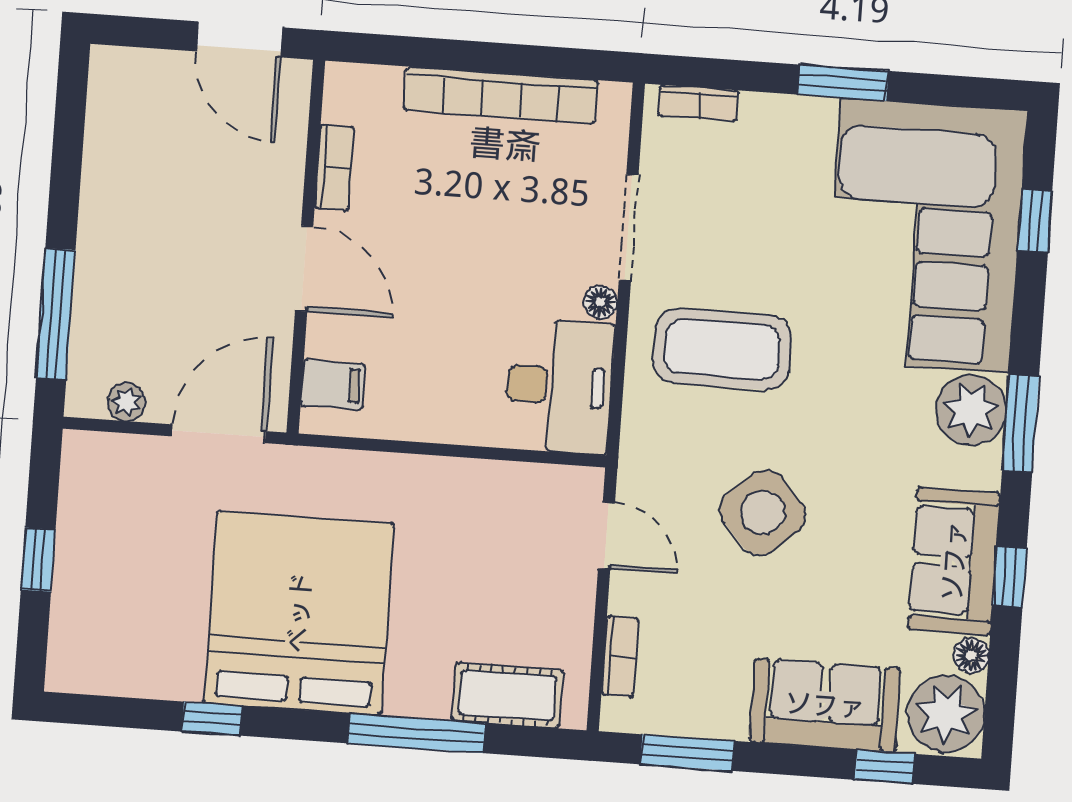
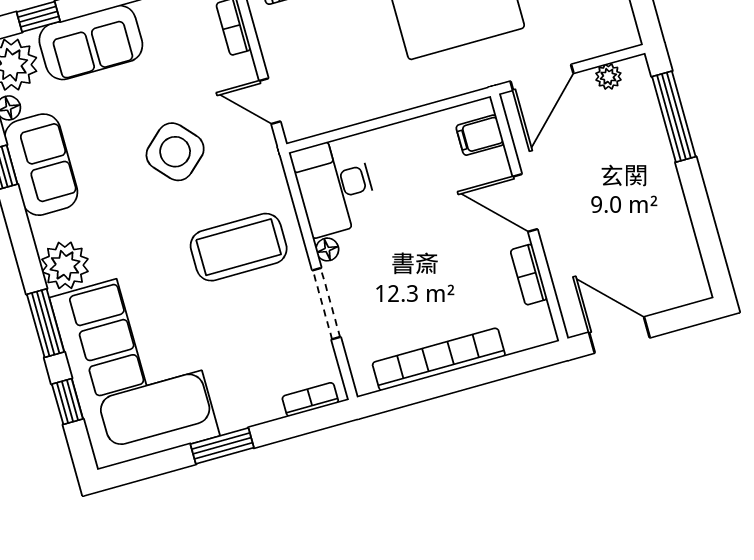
window: (1020, 424) -> (46, 323), moved

